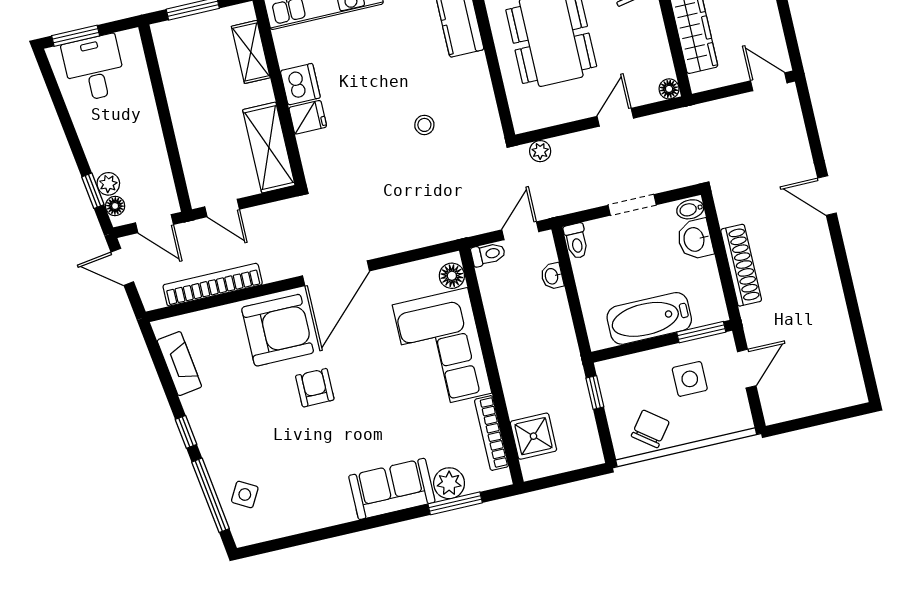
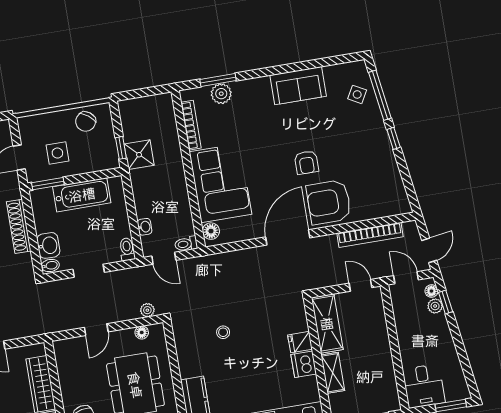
shelving: (251, 52) -> (333, 373), moved
desk: (94, 68) -> (424, 386), moved
floor lamp: (669, 89) -> (142, 332), moved
door: (520, 231) -> (164, 258), hinge flipped
door: (122, 267) -> (429, 250), hinge flipped
fireplace: (179, 364) -> (395, 184), removed
shower: (533, 436) -> (139, 155), moved
sofa: (392, 489) -> (298, 86), moved

